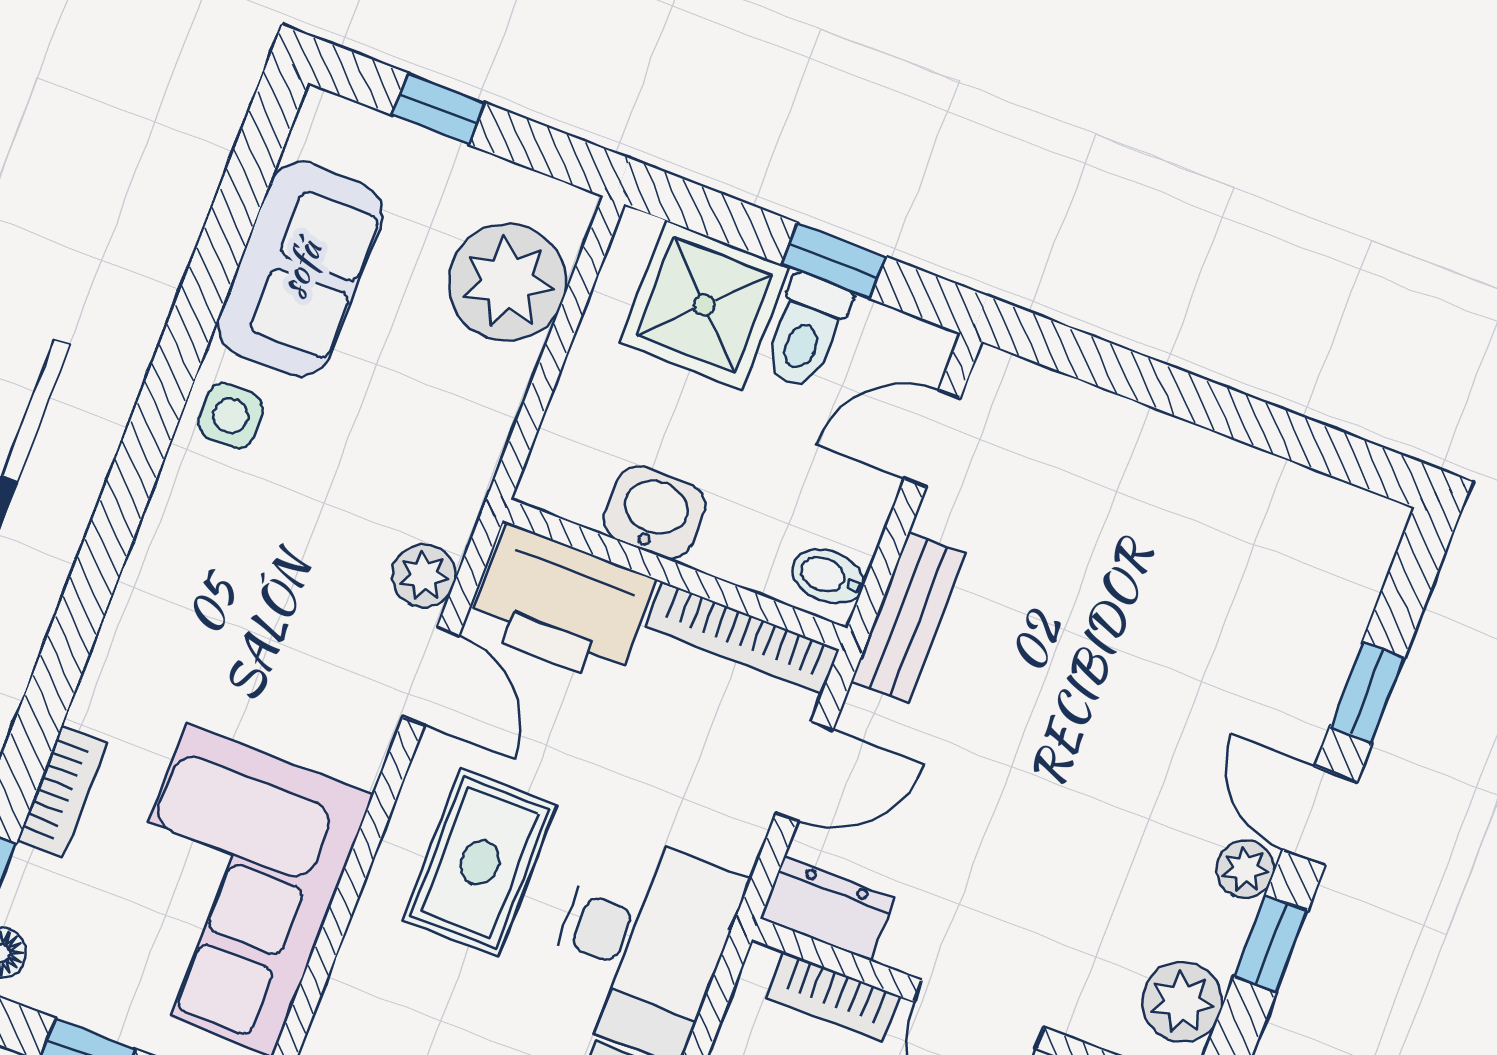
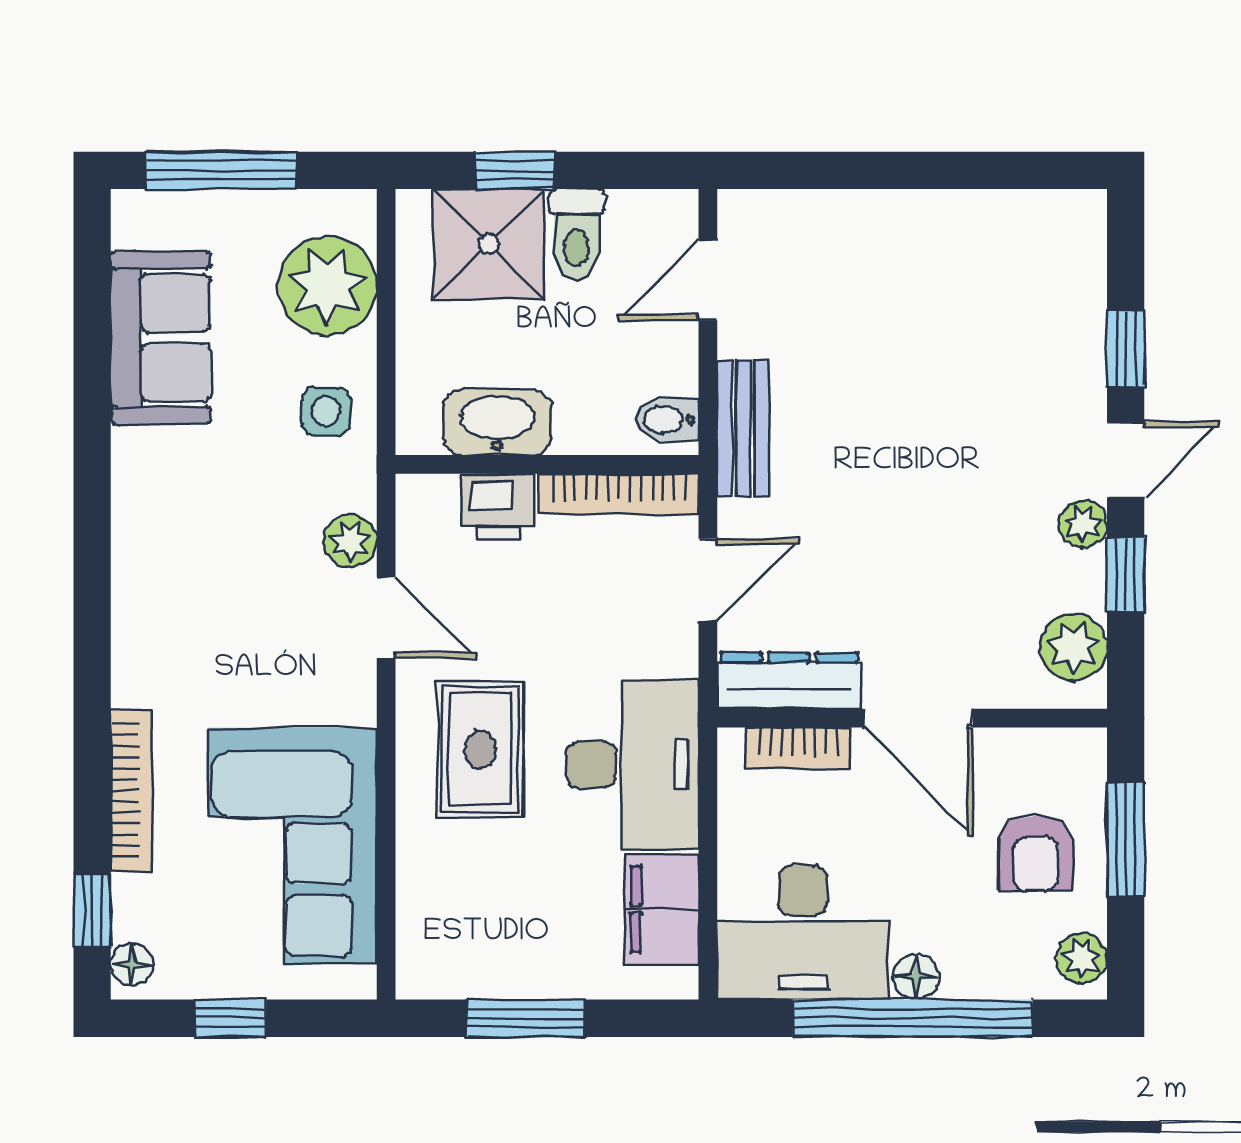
window: (438, 109) -> (221, 170), width x2.17
window: (834, 261) -> (515, 170), moved
side table: (231, 416) -> (326, 411), moved
washbasin: (654, 513) -> (497, 422), width x1.38
printer: (561, 604) -> (498, 506), width x0.53, depth x0.68
bookcase: (62, 792) -> (131, 790), width x1.56
door: (1320, 816) -> (1126, 460), swing flipped
dresser: (827, 909) -> (789, 681), width x1.44

